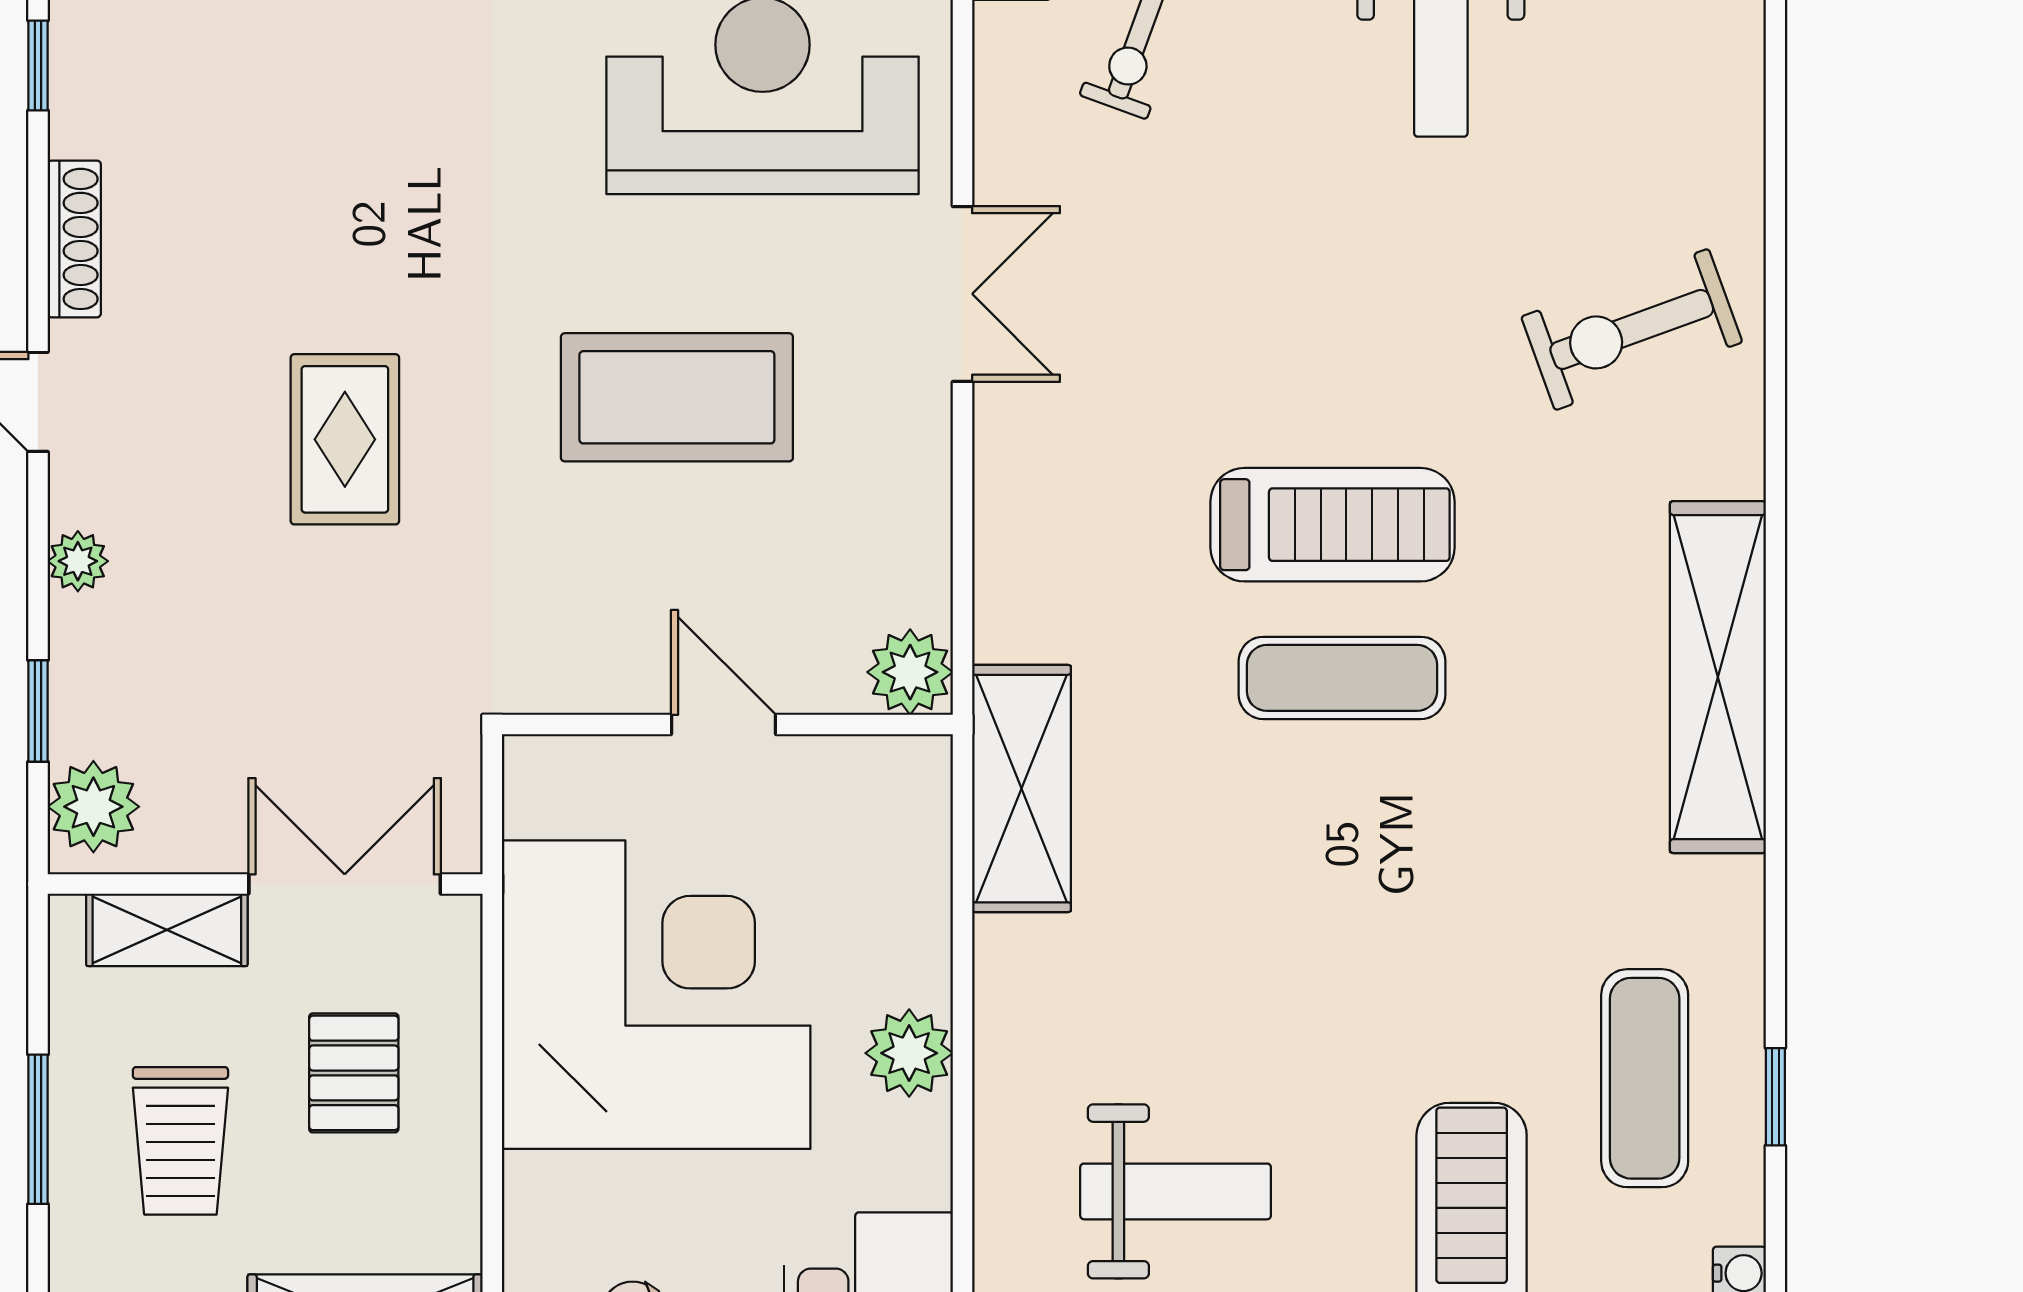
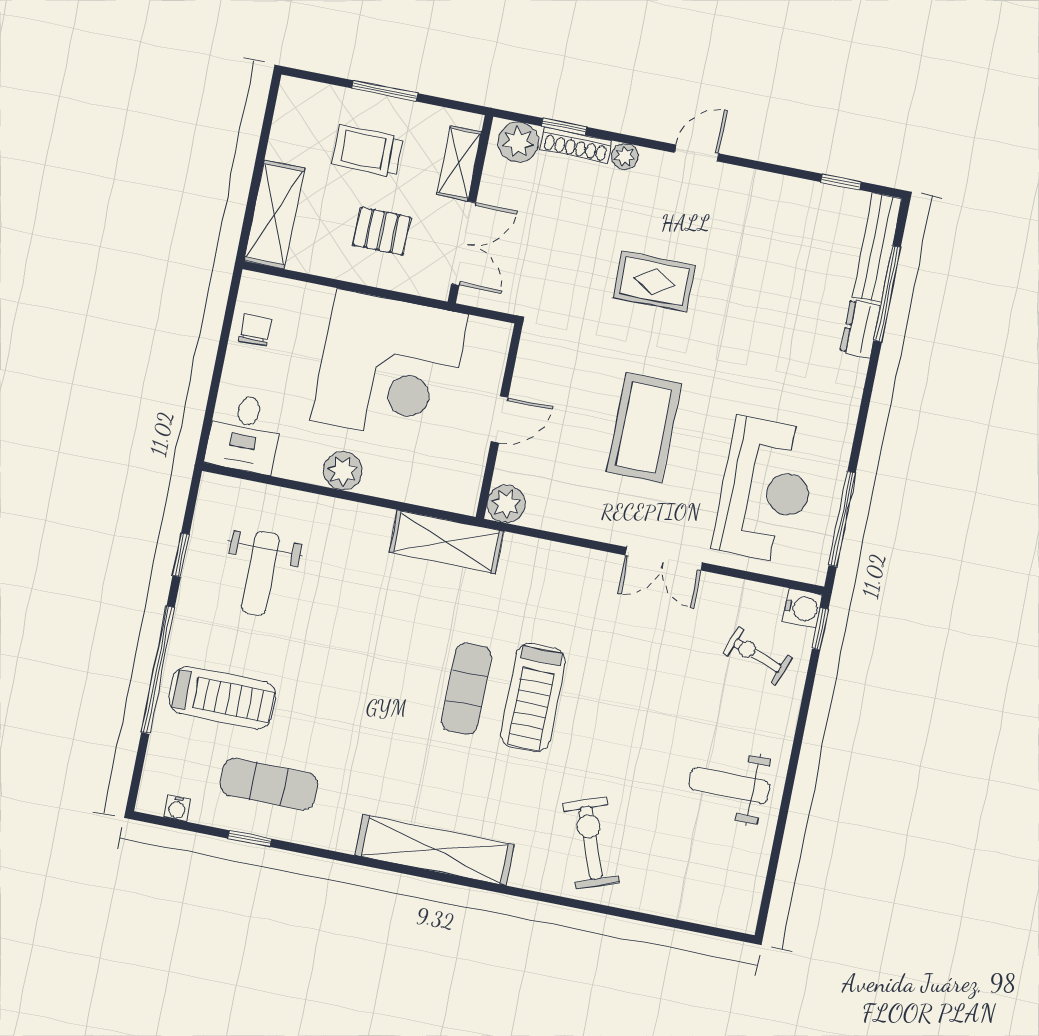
shoe rack: (74, 239) -> (576, 145), moved

